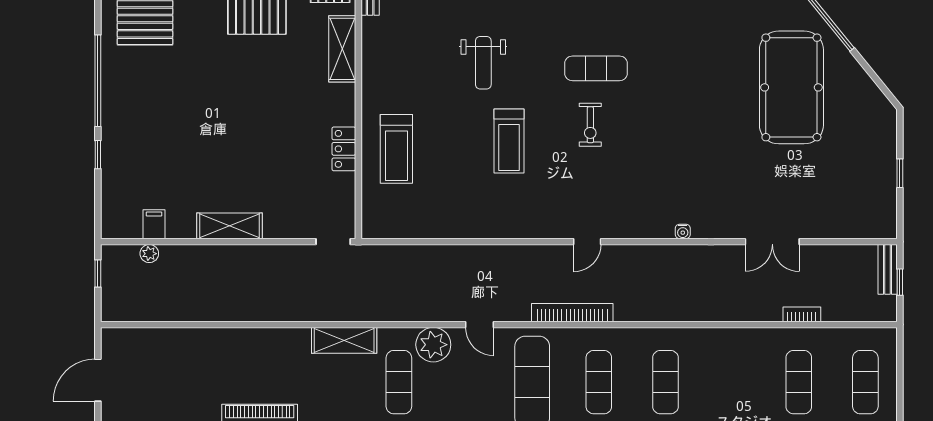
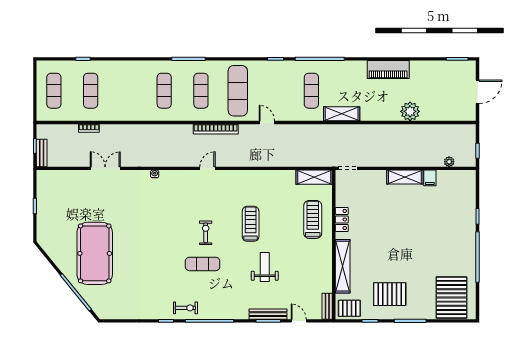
shelving: (342, 49) -> (343, 266), width x1.47
filing cabinet: (154, 224) -> (430, 178), moved
shelving: (394, 226) -> (314, 177), added
plant: (433, 345) -> (410, 111), moved

